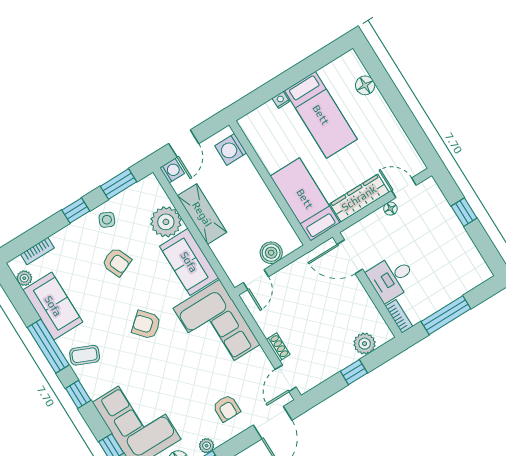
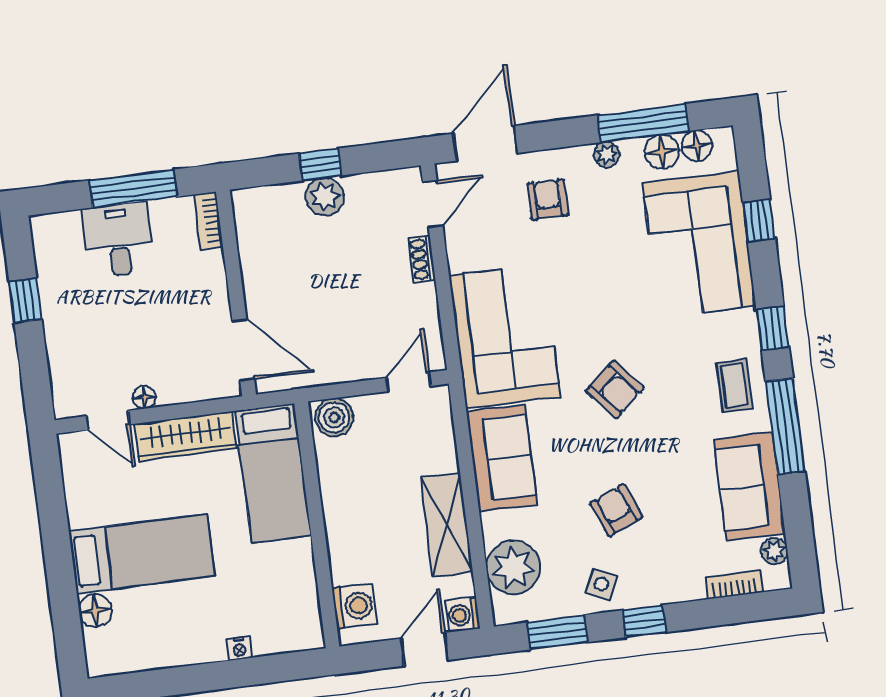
bed: (321, 115) -> (142, 554), moved, turned 90
window: (464, 212) -> (25, 300), moved
plant: (166, 222) -> (513, 568), moved
boiler: (271, 253) -> (334, 417), moved
desk: (392, 278) -> (118, 240), moved, turned -90
plant: (365, 344) -> (325, 197), moved
coffee table: (85, 355) -> (734, 386), turned 67

